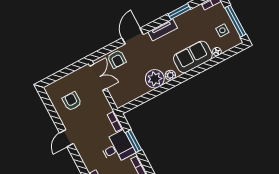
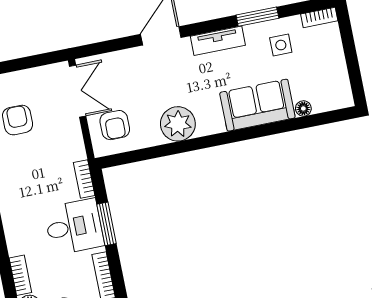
window: (235, 21) -> (353, 64), removed
side table: (222, 30) -> (281, 45), moved
armchair: (117, 59) -> (115, 125), moved
plant: (170, 75) -> (207, 126), removed

